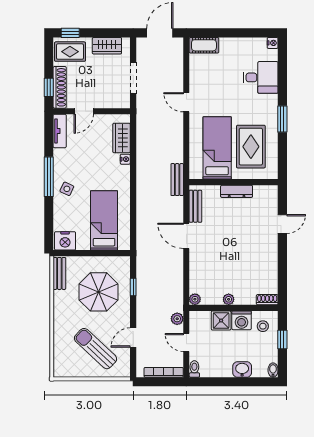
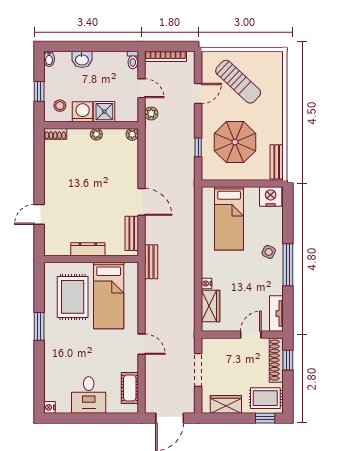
cot: (204, 45) -> (130, 388), moved, turned 90
desk: (261, 77) -> (89, 395), moved, turned -90

